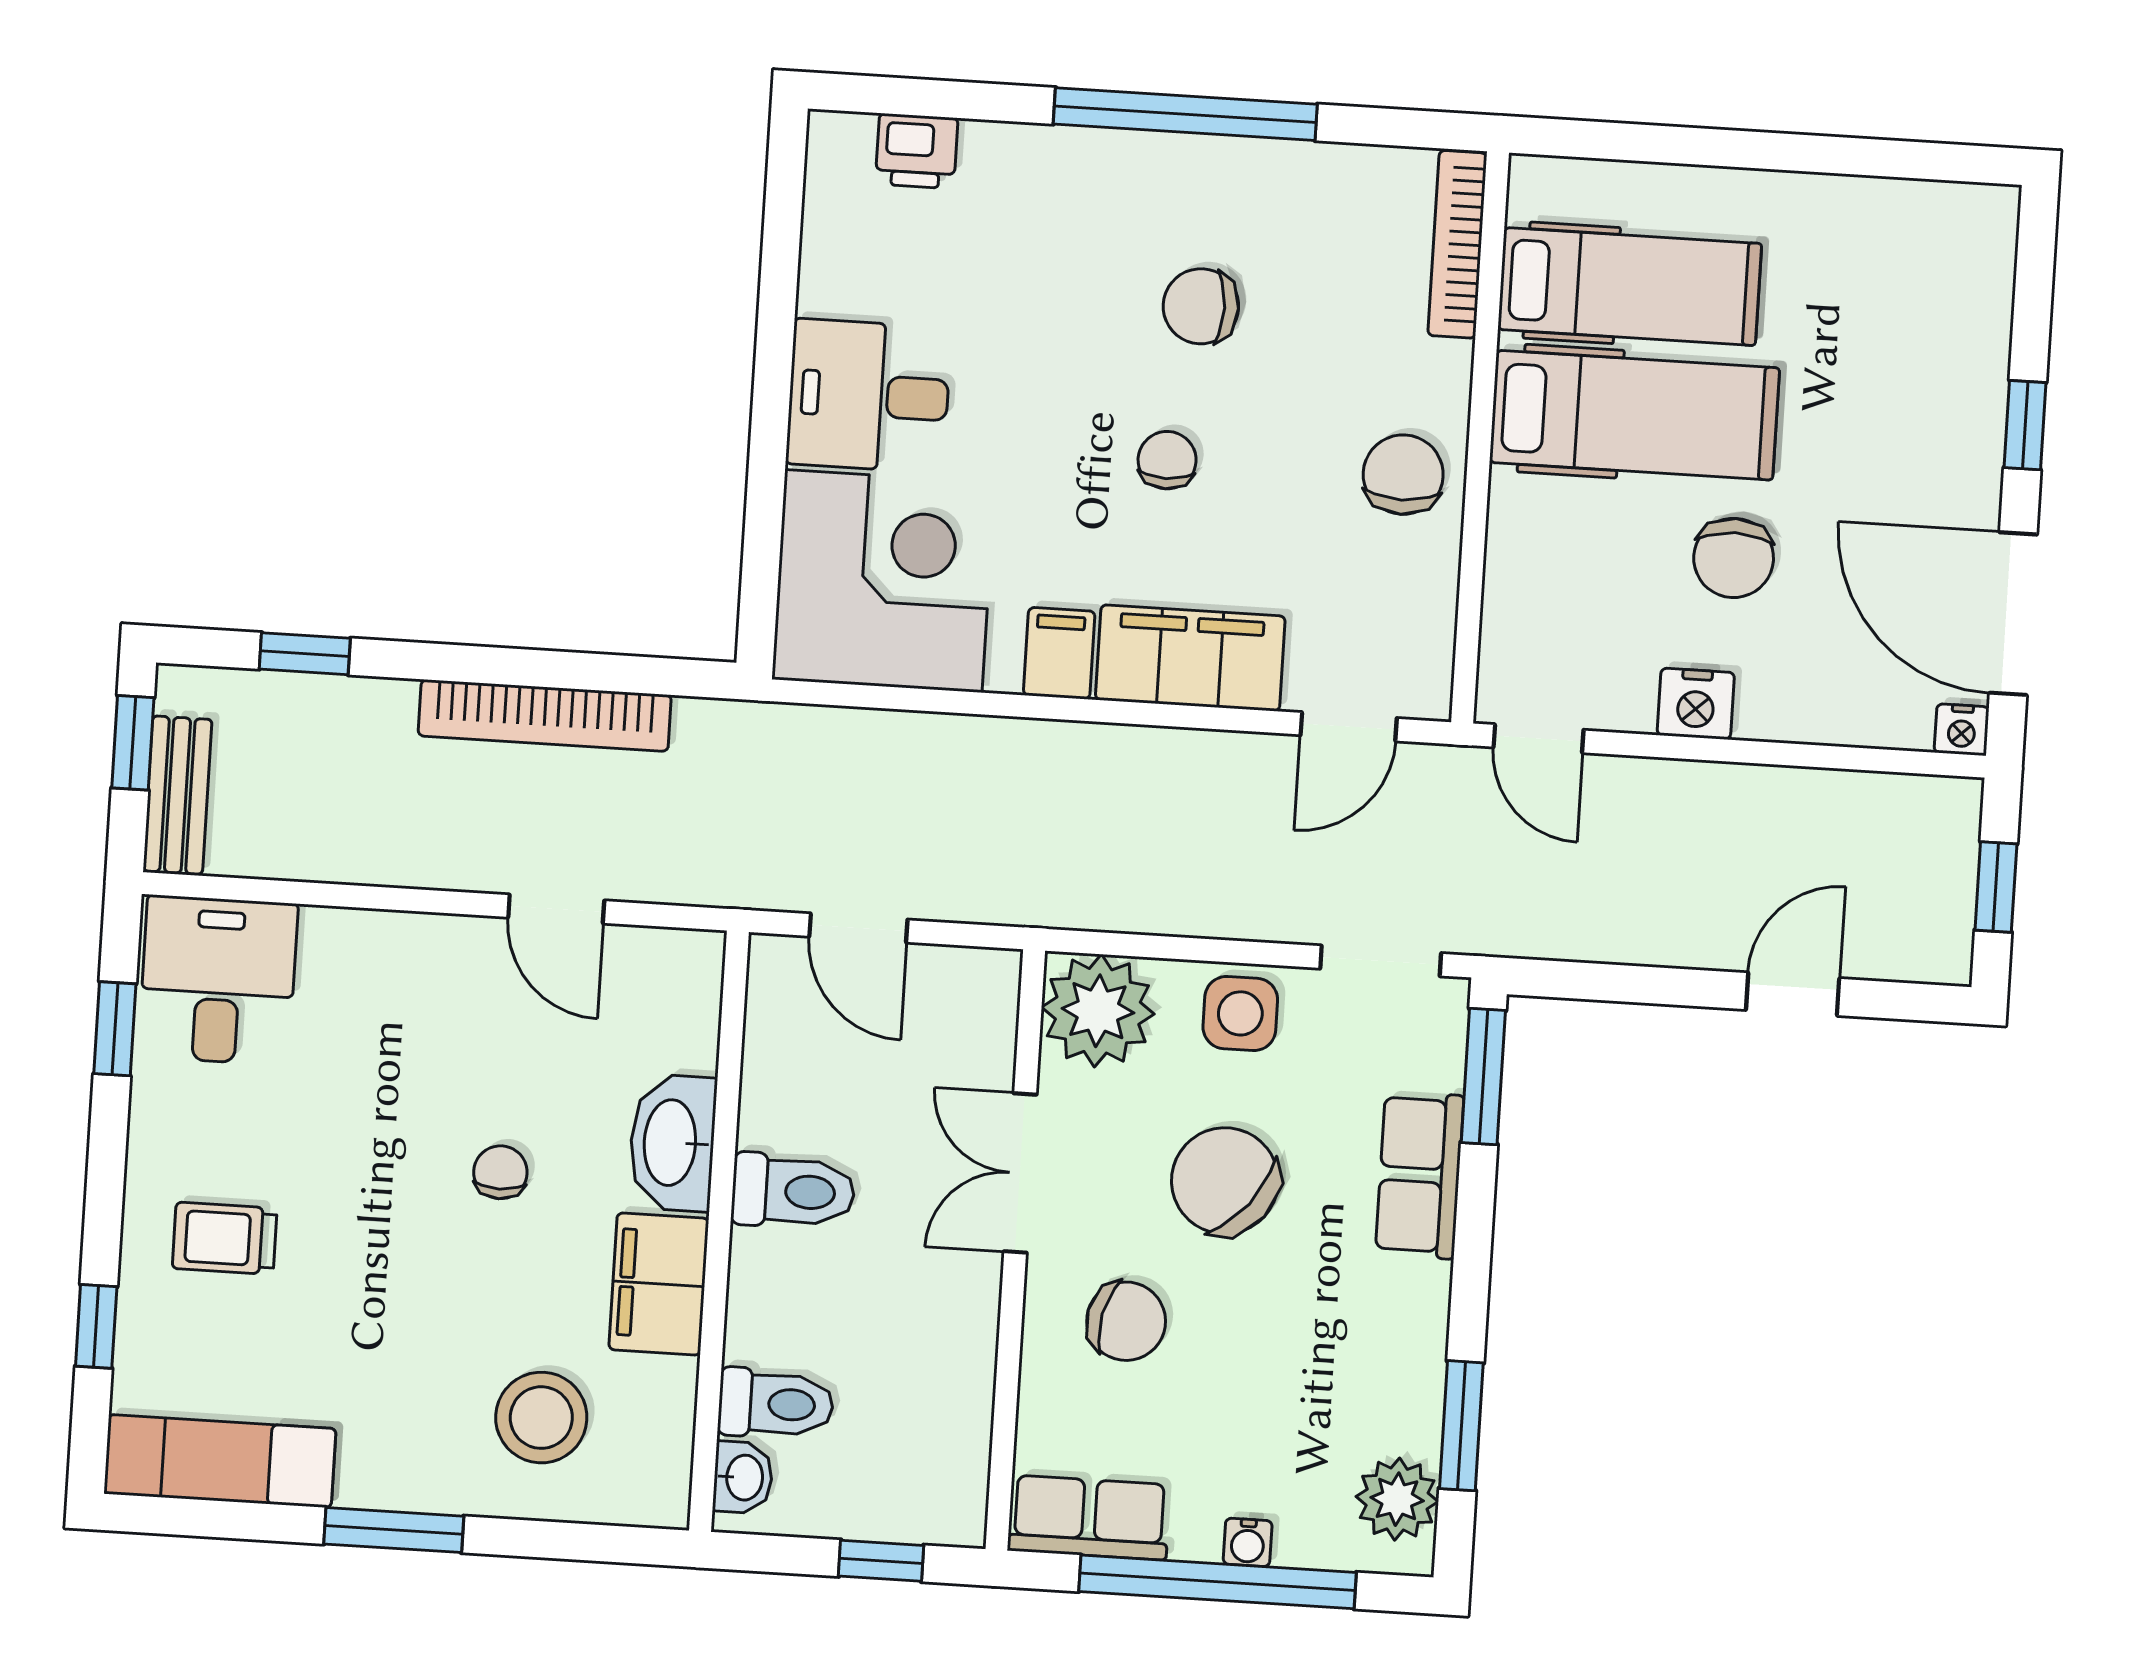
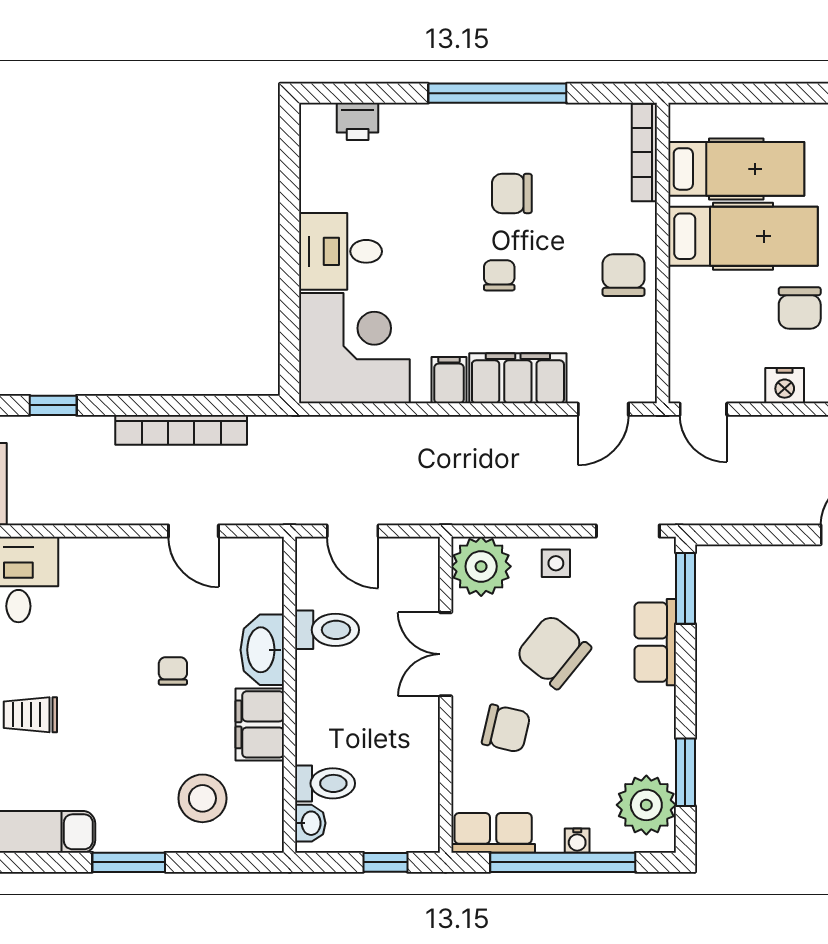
side table: (1240, 1013) -> (556, 563), width x0.73, depth x0.73
toilet: (793, 1191) -> (327, 630), moved
plant: (1397, 1499) -> (646, 805), width x1.36, depth x1.36

